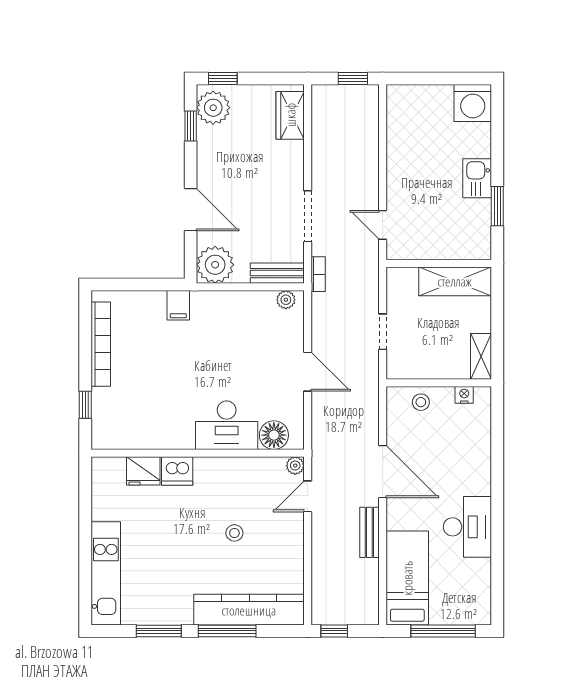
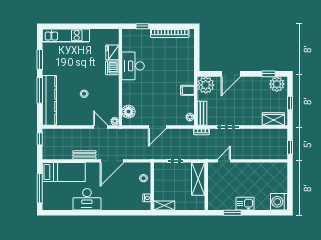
window: (223, 79) -> (290, 103), moved
shelving: (455, 281) -> (198, 179), moved
filing cabinet: (178, 305) -> (187, 90), moved
desk: (227, 425) -> (133, 66), moved

